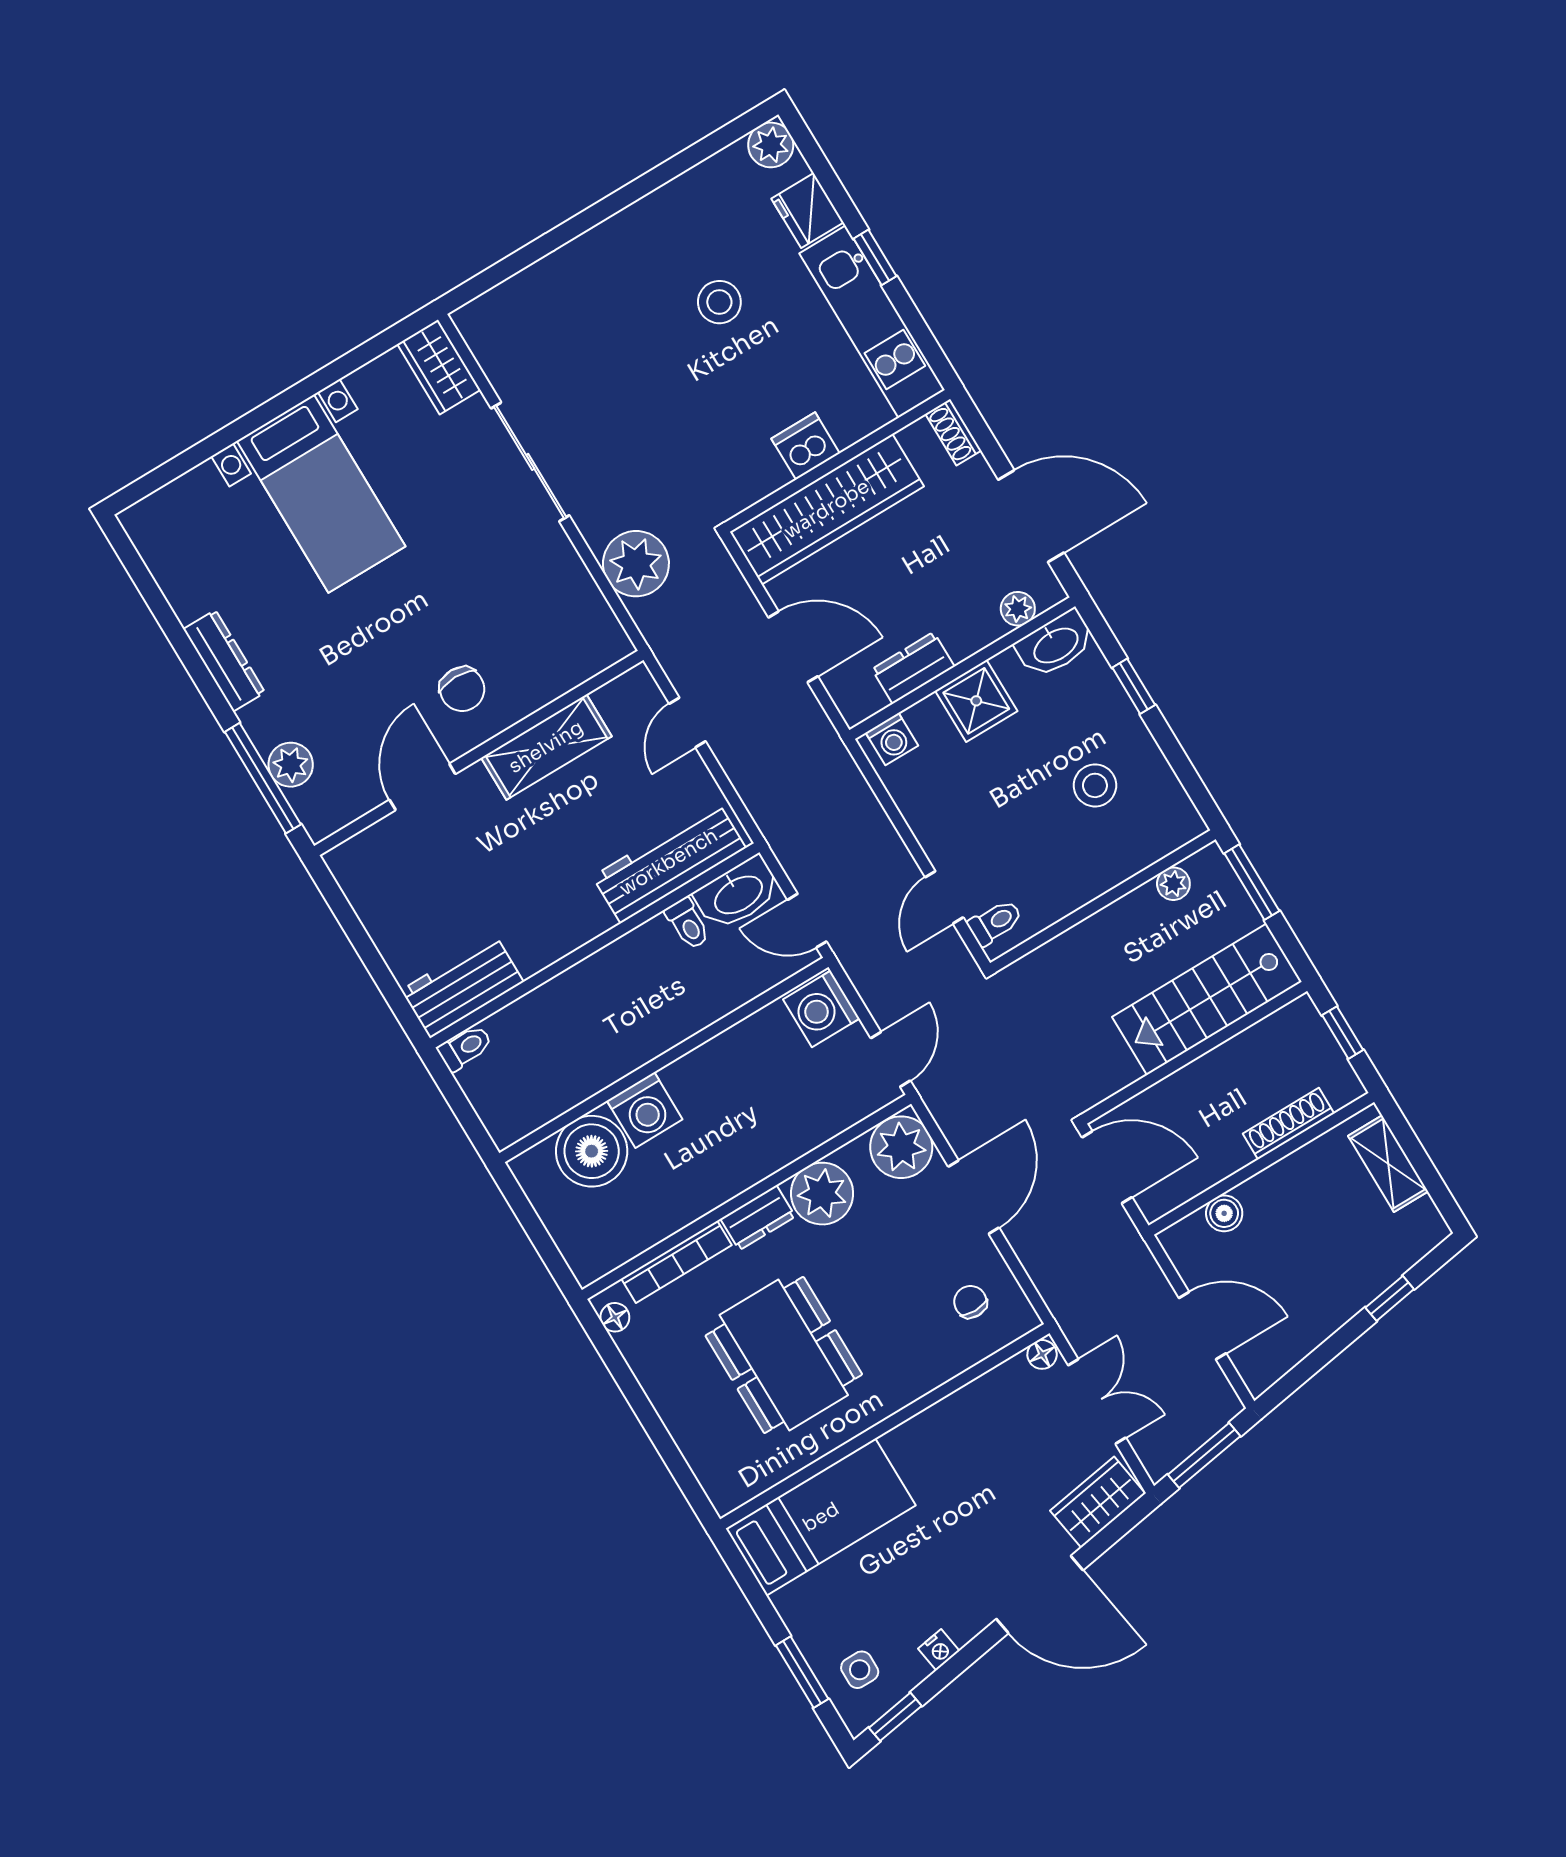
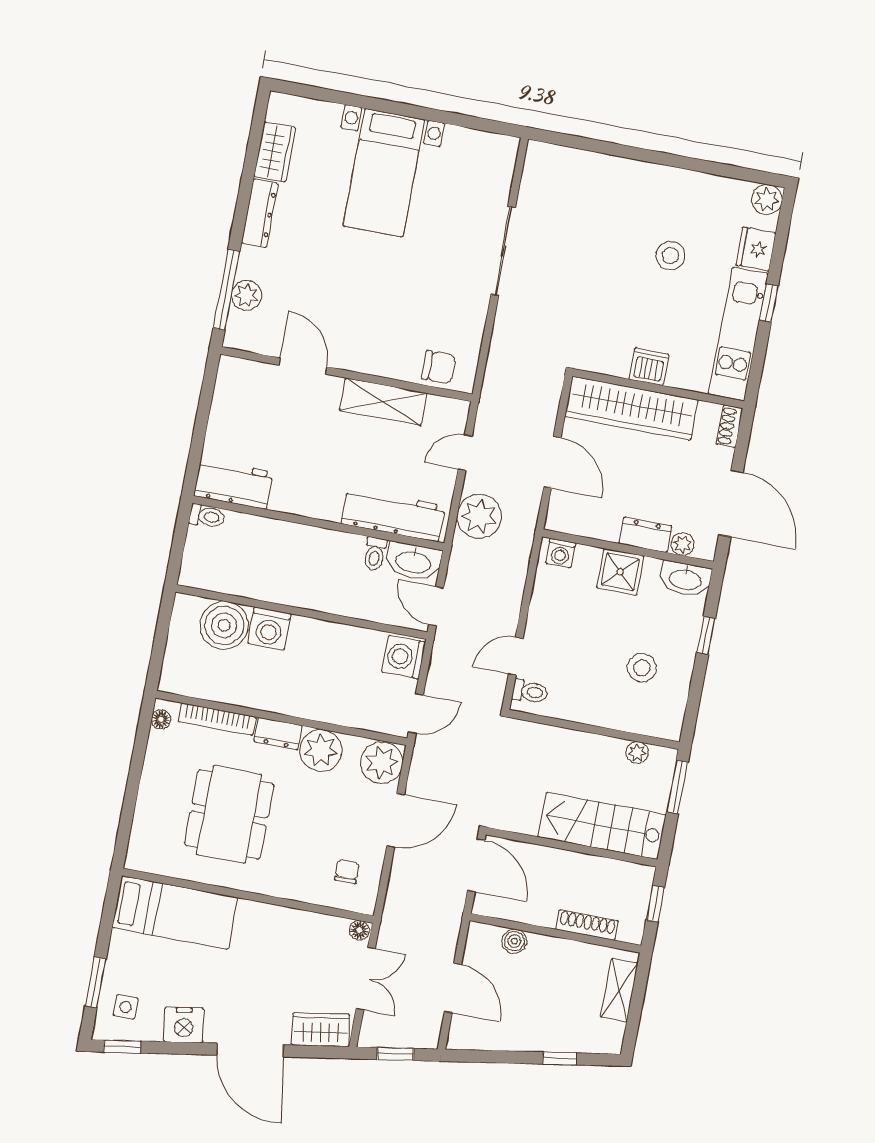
wardrobe: (439, 367) -> (275, 152), moved, turned 180
plant: (636, 564) -> (479, 516), moved
dresser: (913, 668) -> (645, 535), moved
chair: (462, 689) -> (439, 367), moved, turned -90
door: (422, 787) -> (303, 366), hinge flipped
window: (1204, 1455) -> (395, 1054), width x0.67
nightstand: (939, 1650) -> (184, 1025), width x1.89, depth x1.79

